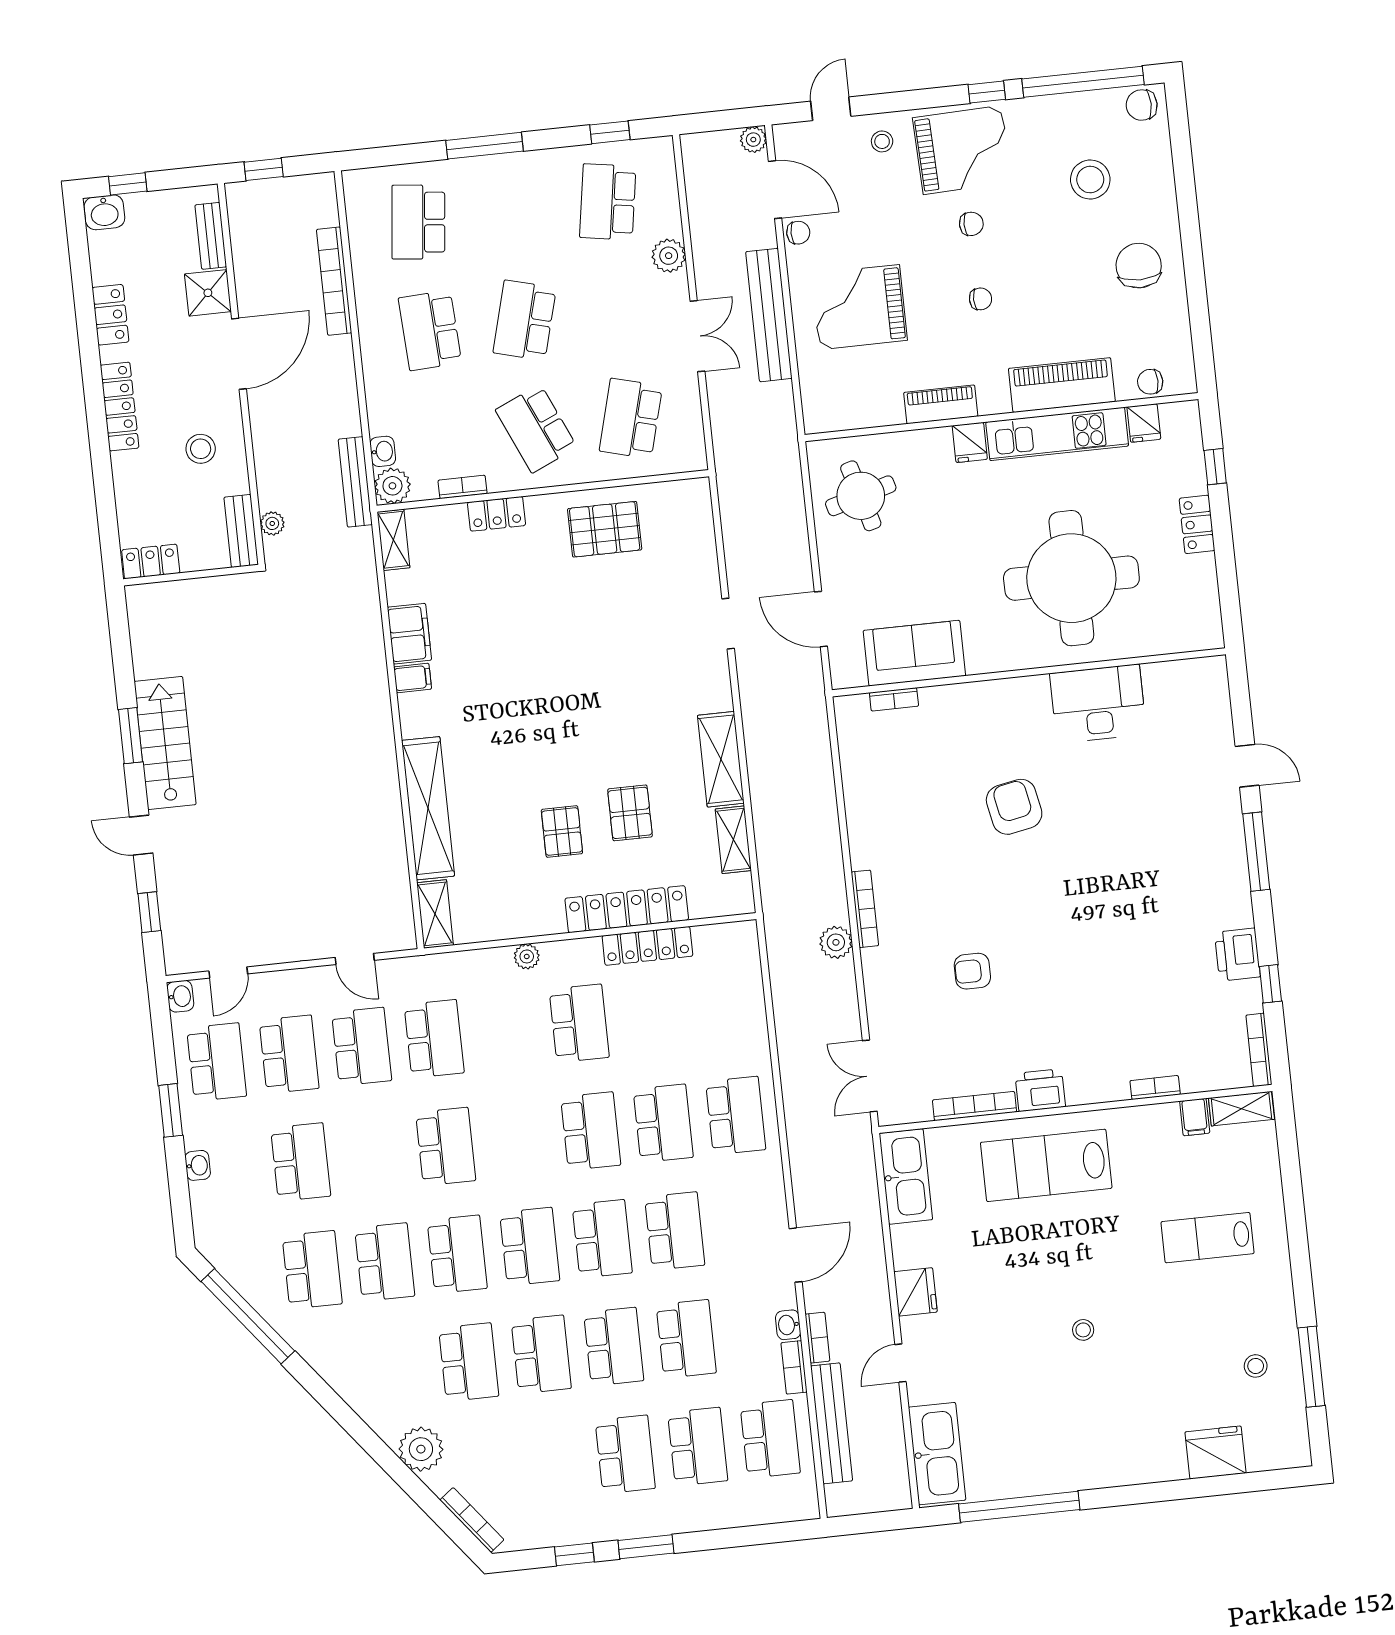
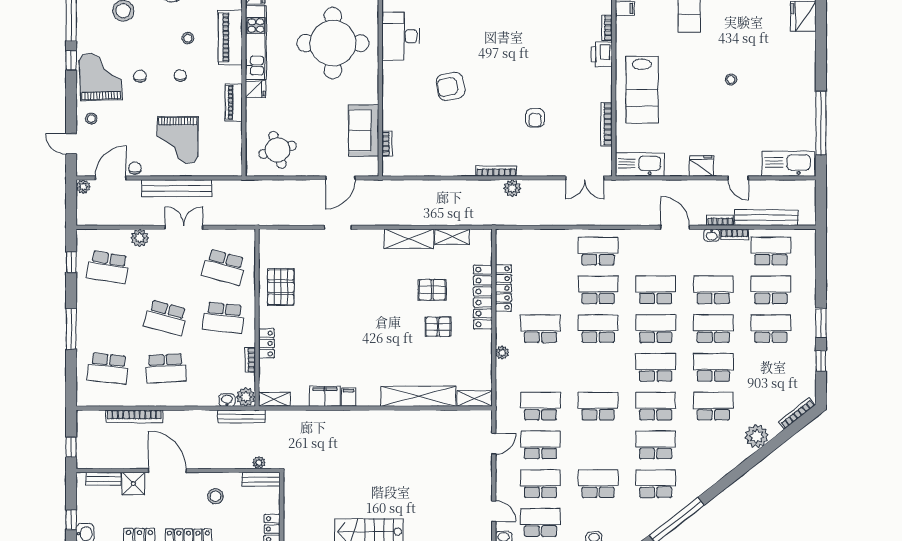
stool: (1052, 306) -> (188, 38), added
school desk: (536, 429) -> (224, 318), turned 30
printer: (1040, 1090) -> (602, 54), moved

